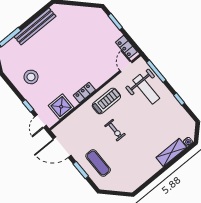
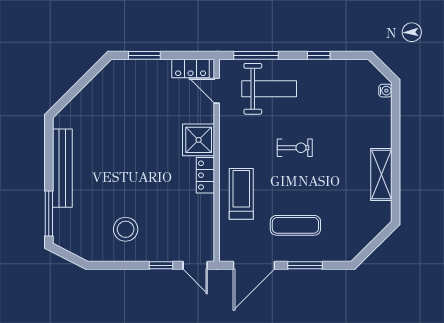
treadmill: (106, 101) -> (241, 194), moved
shower: (61, 107) -> (199, 140), moved
exercise bike: (115, 130) -> (295, 148), moved
shelving: (171, 152) -> (381, 174), moved
exercise mat: (98, 163) -> (295, 225), moved

